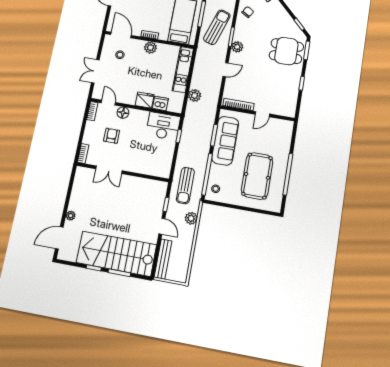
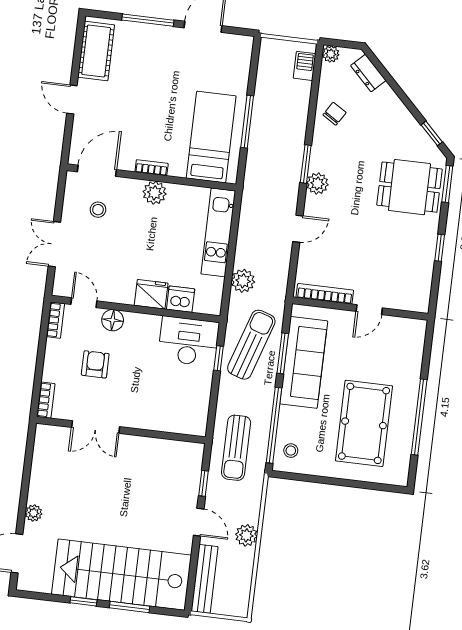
sun lounger: (217, 27) -> (251, 345), moved
door: (121, 35) -> (97, 171), hinge flipped
plant: (191, 218) -> (246, 535), moved

